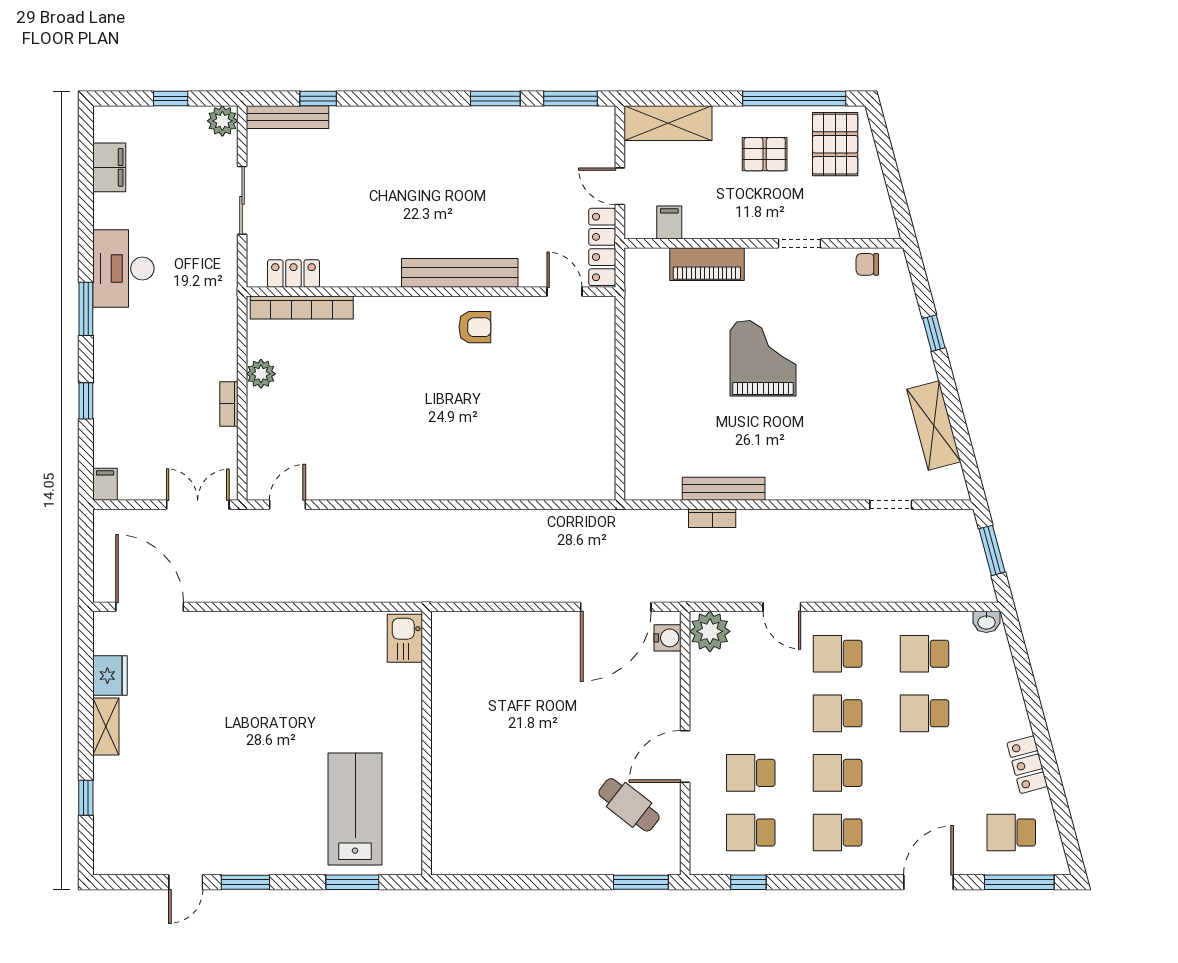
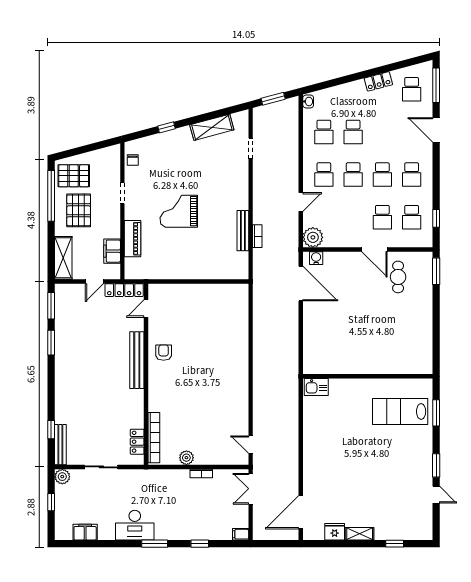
pallet: (765, 154) -> (79, 210), width x1.50, depth x1.42
filing cabinet: (669, 222) -> (112, 251), width x2.00
cafe table: (629, 805) -> (398, 277), turned -38

